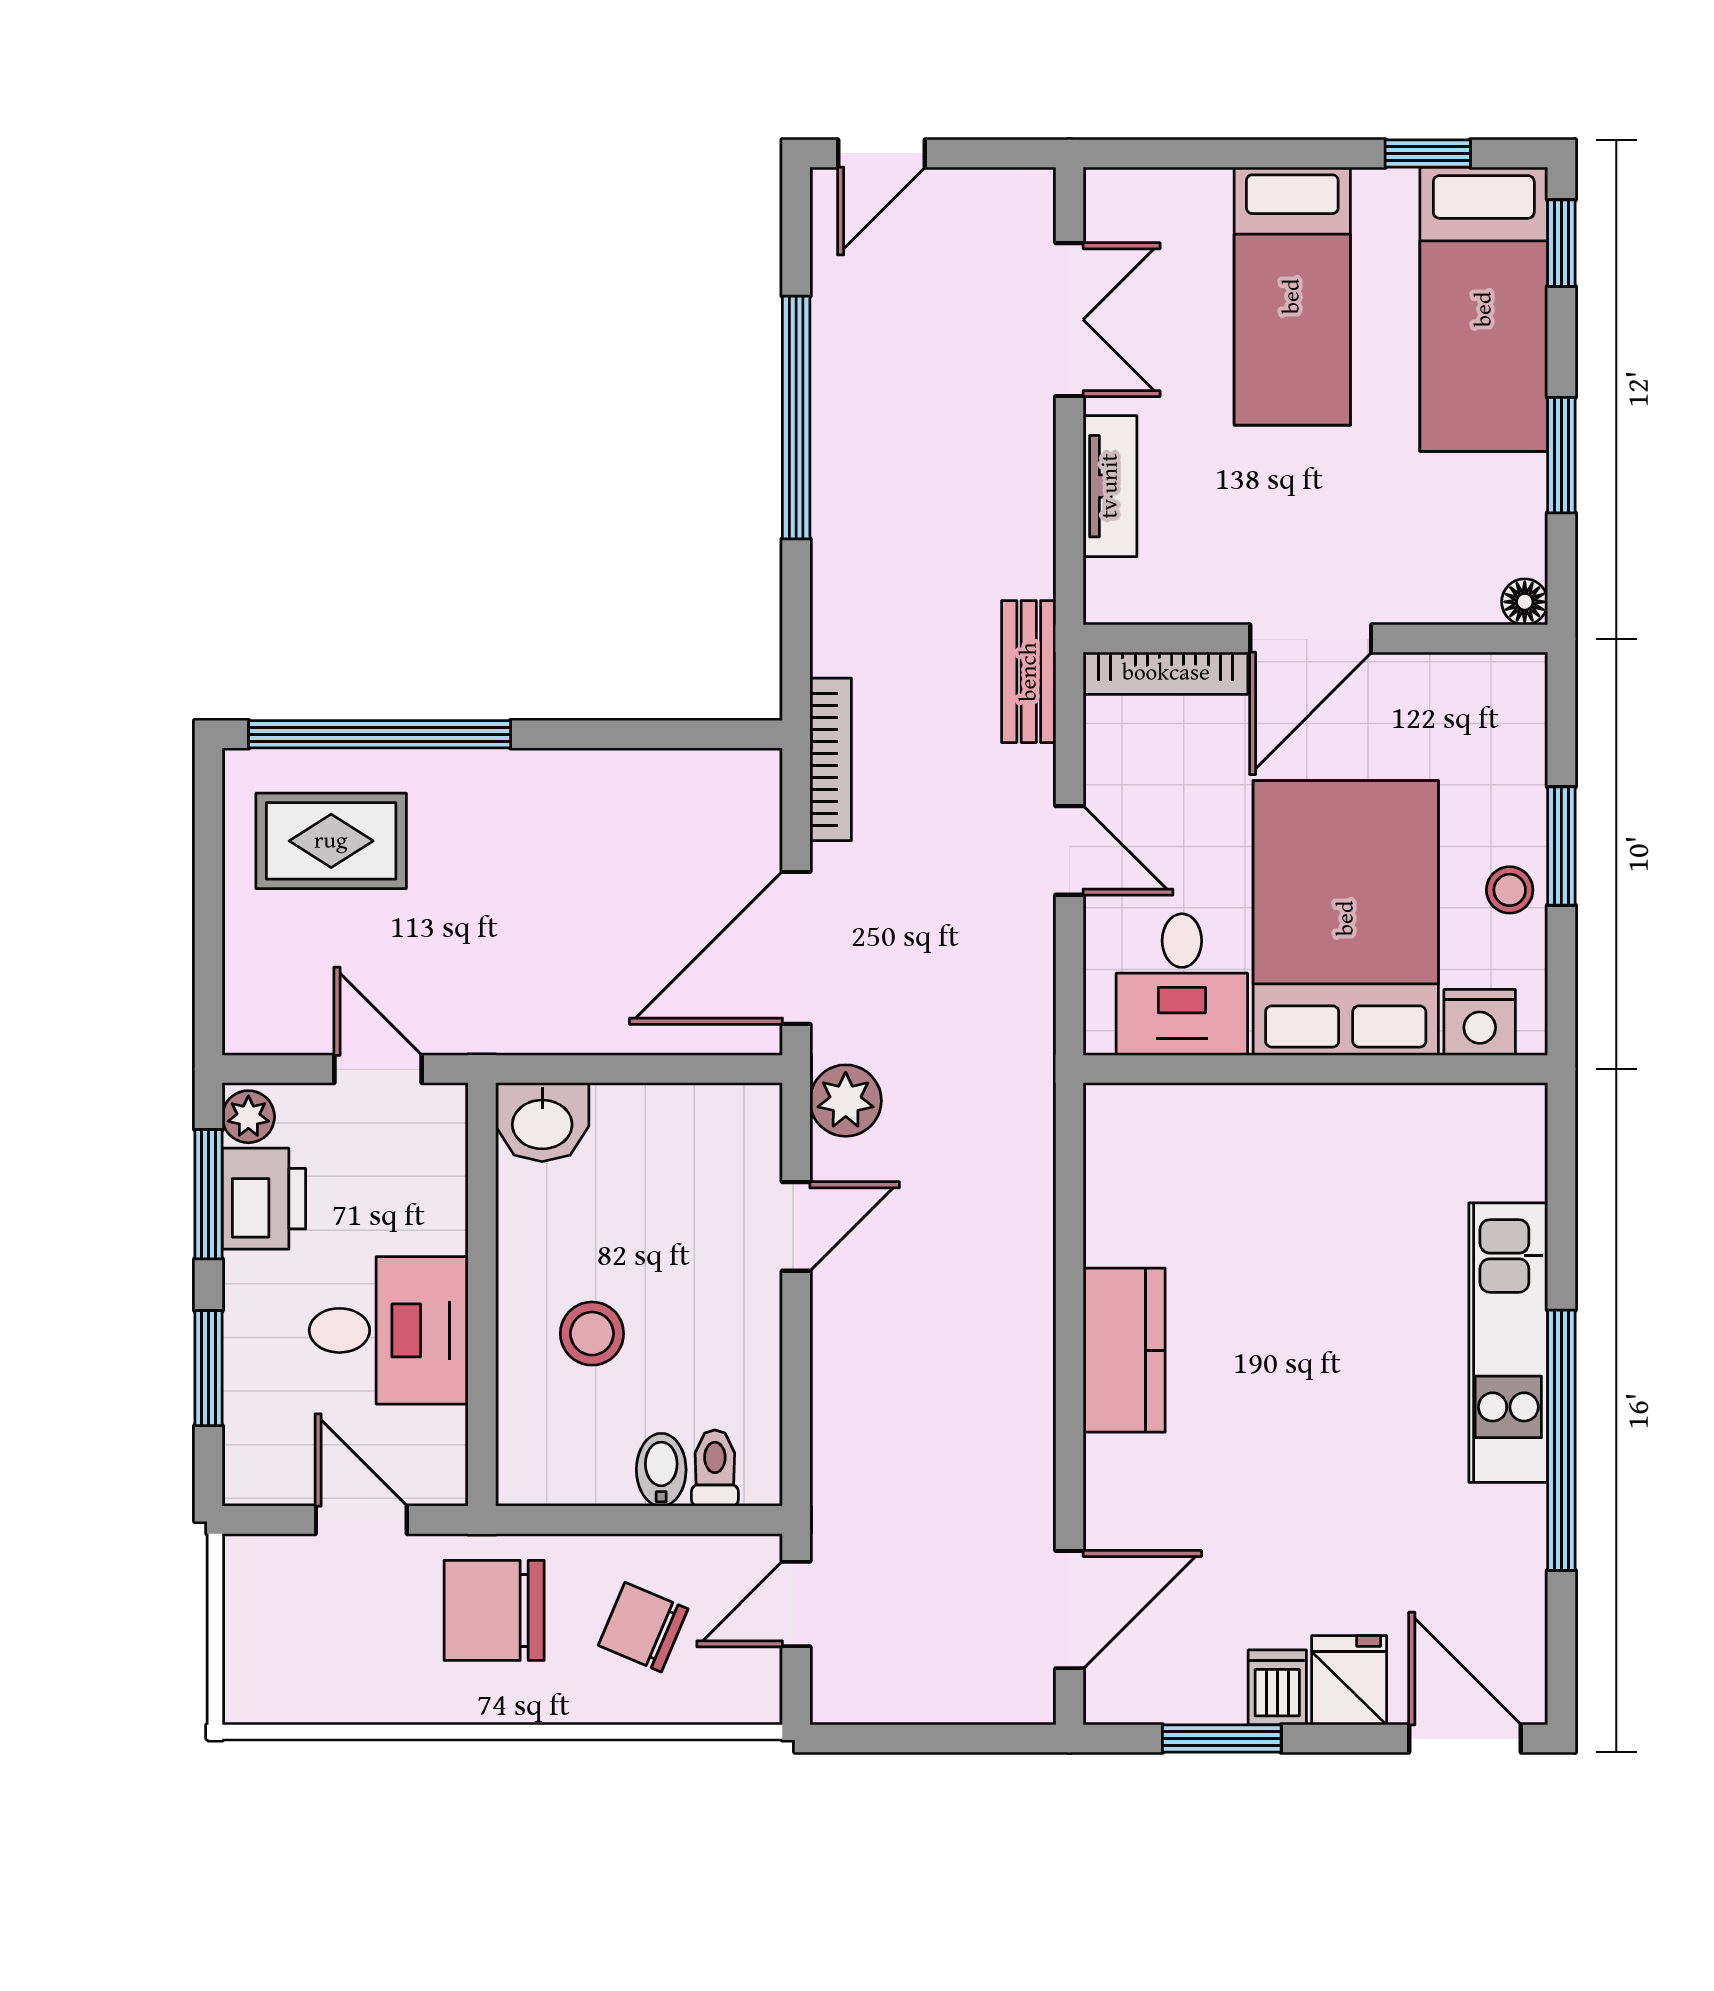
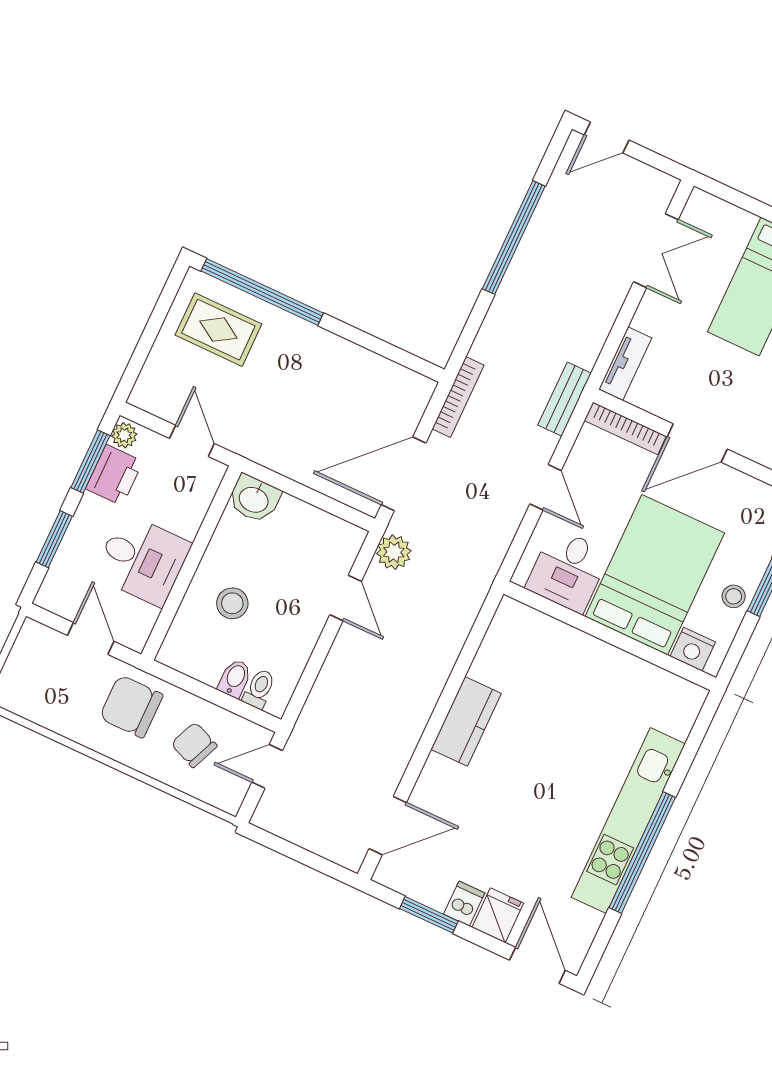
tv unit: (1110, 486) -> (625, 364), moved
door: (796, 1226) -> (346, 598), hinge flipped
kitchen unit: (1508, 1343) -> (628, 821), width x1.36

